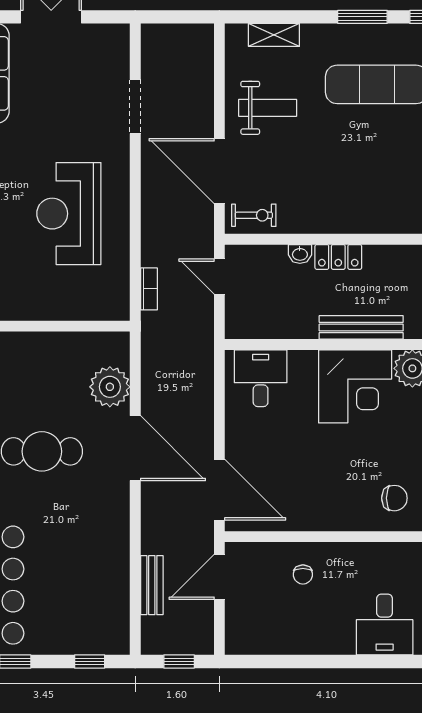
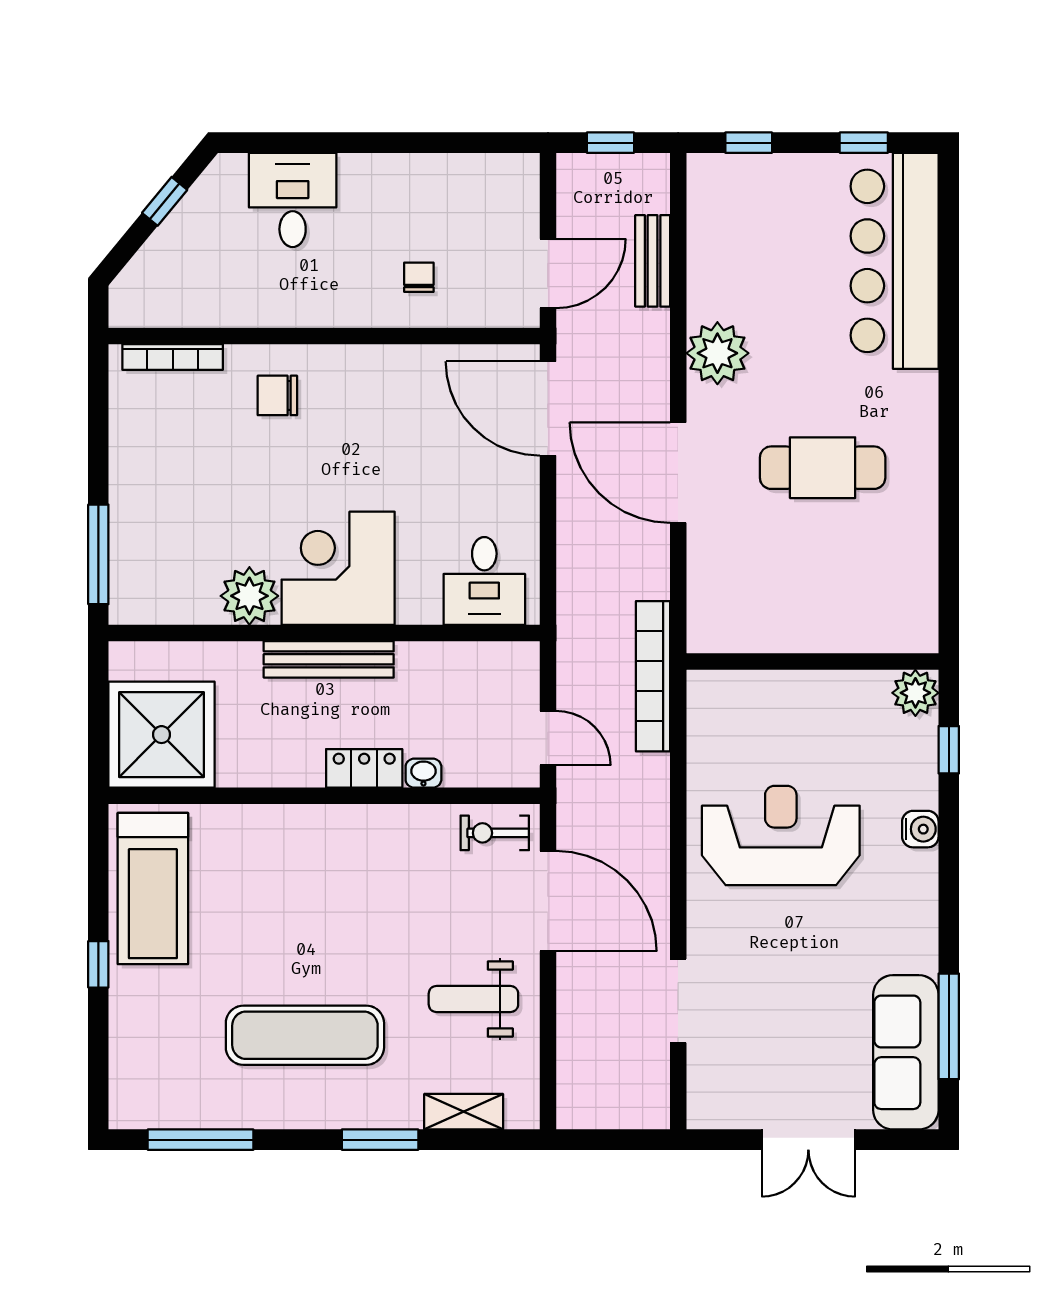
window: (362, 17) -> (380, 1140), moved
reception desk: (69, 214) -> (781, 836), turned -90
bookcase: (149, 289) -> (653, 676), width x2.31, depth x1.31
plant: (110, 387) -> (717, 353), moved

